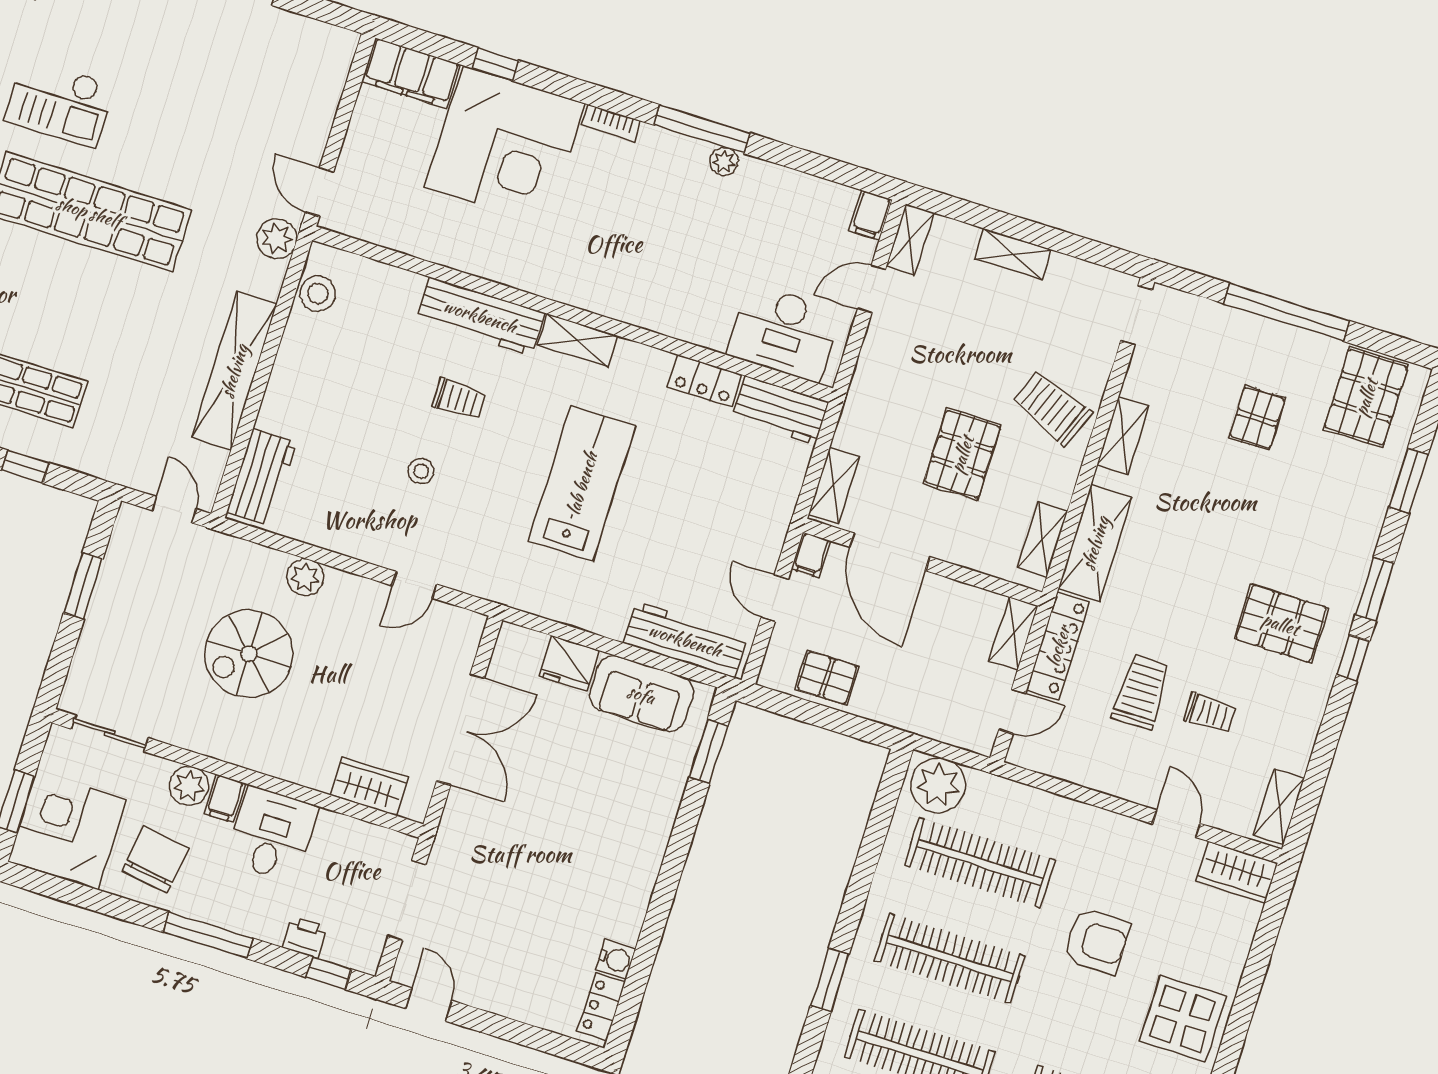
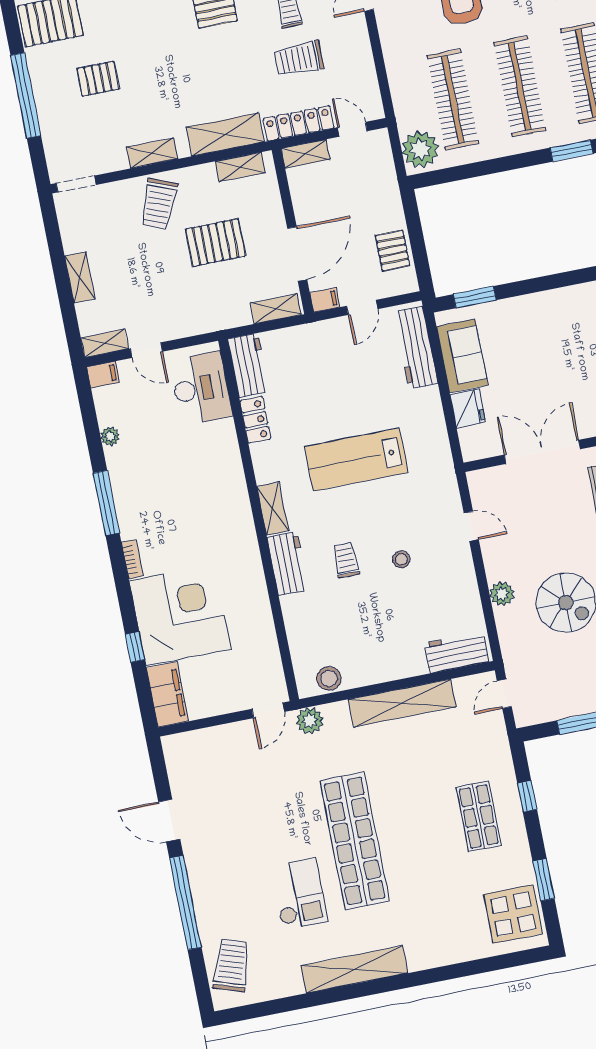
plant: (724, 161) -> (110, 436), moved
workbench: (480, 316) -> (288, 563), width x0.73

